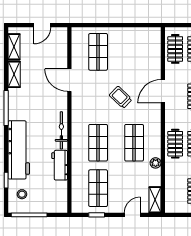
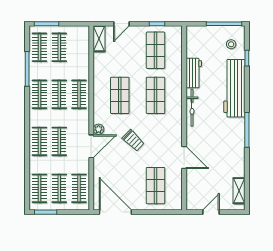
door: (138, 25) -> (115, 212), added
shelving: (14, 74) -> (239, 163), removed
plant: (156, 163) -> (99, 129), moved

